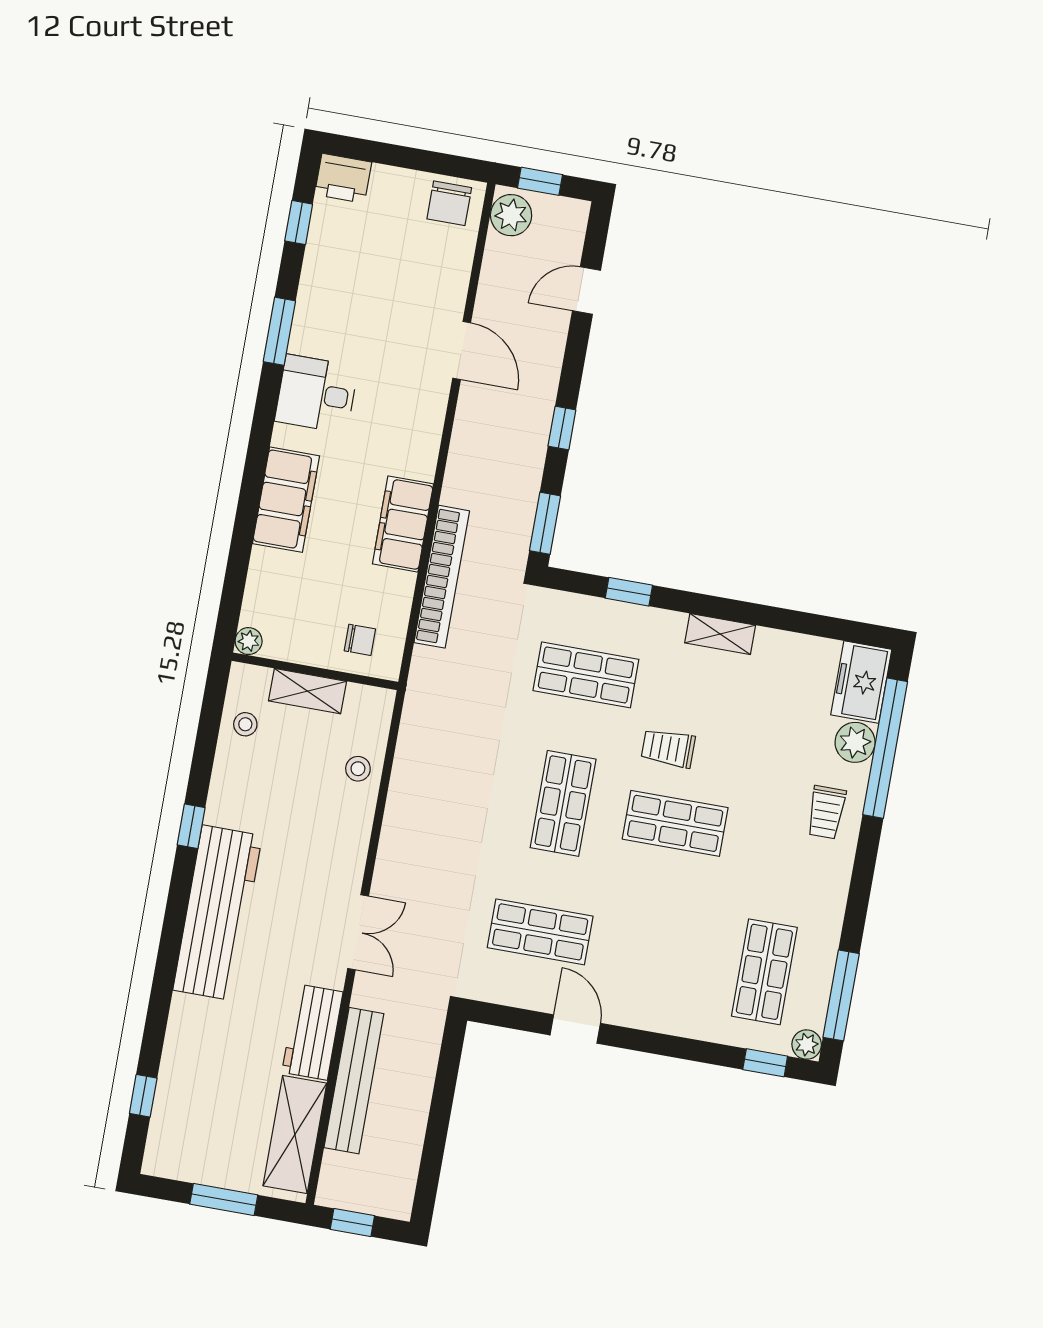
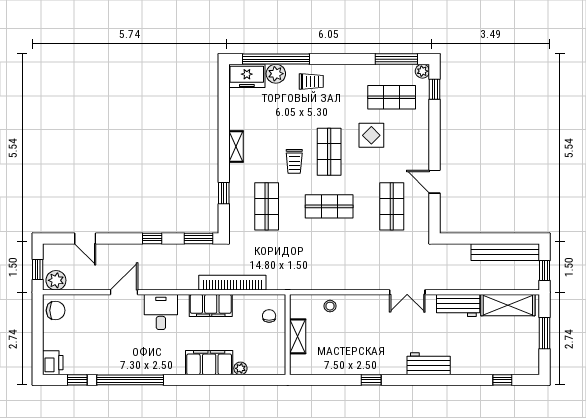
window: (279, 331) -> (130, 380), width x2.11
desk: (316, 394) -> (161, 312), moved, turned 180
plant: (249, 641) -> (240, 368), moved
stool: (245, 724) -> (319, 363), removed
workbench: (218, 913) -> (429, 364), width x0.53, depth x0.76
display table: (694, 916) -> (371, 135), added
double door: (358, 932) -> (407, 292), swing flipped
door: (575, 1029) -> (435, 182), hinge flipped
bench: (354, 1081) -> (505, 252), moved

